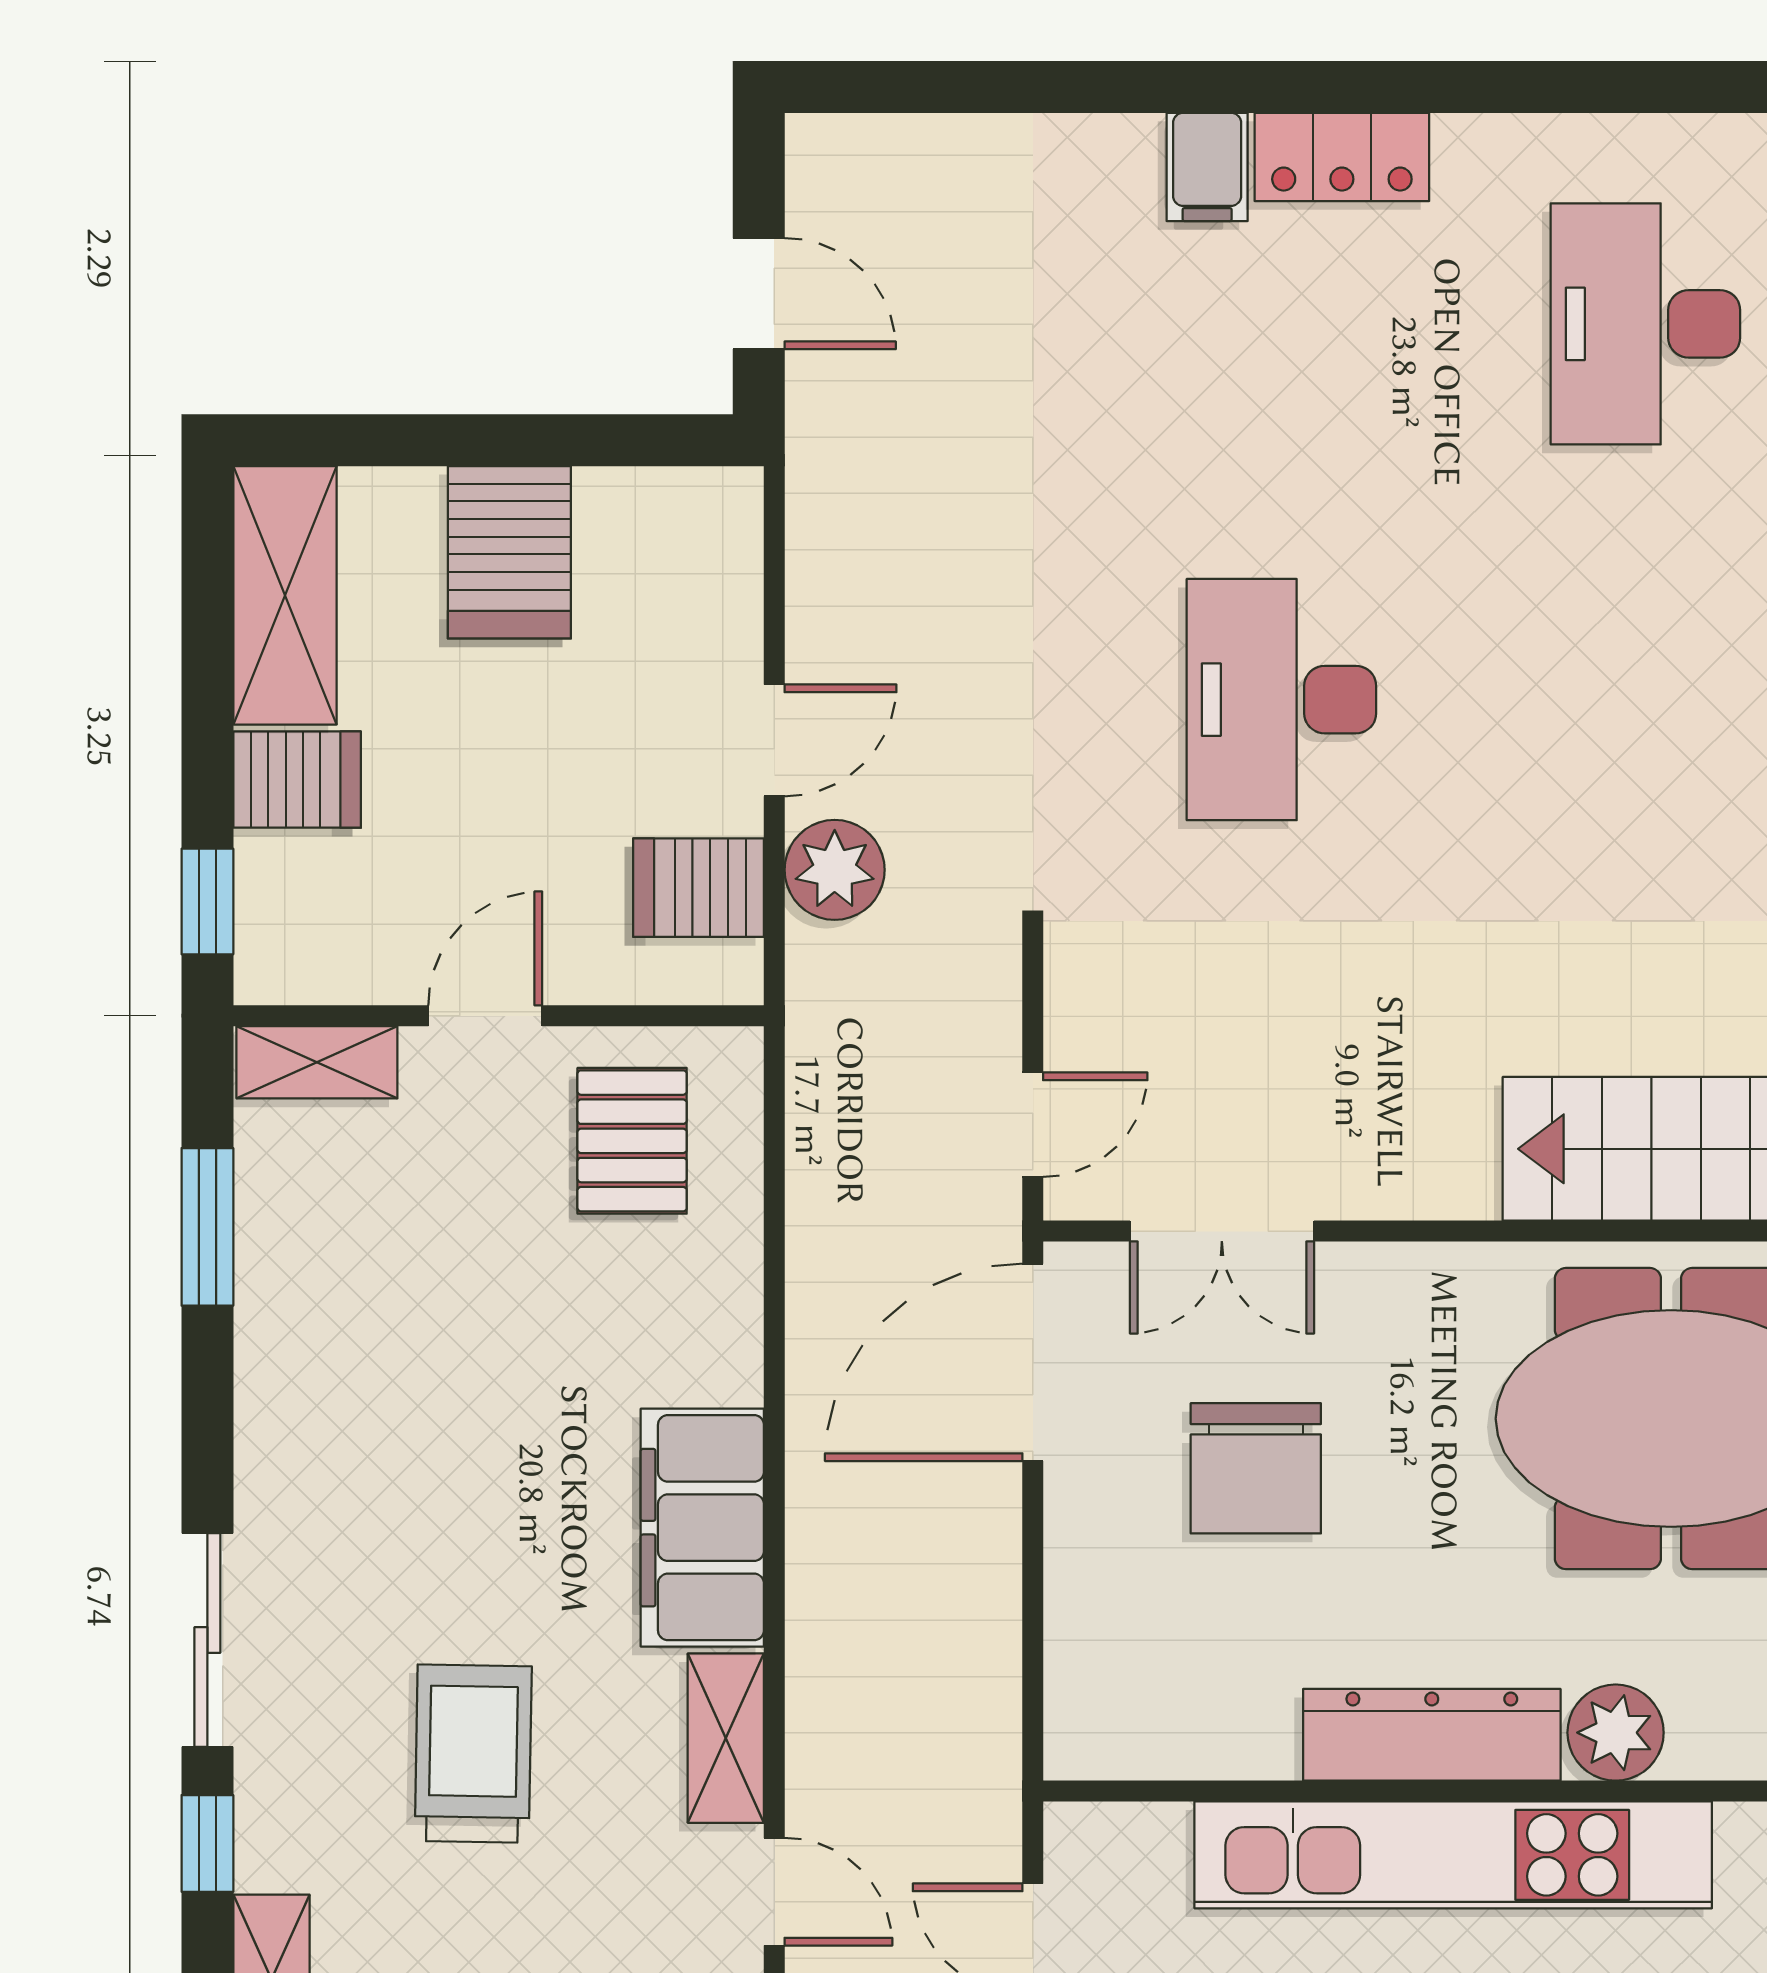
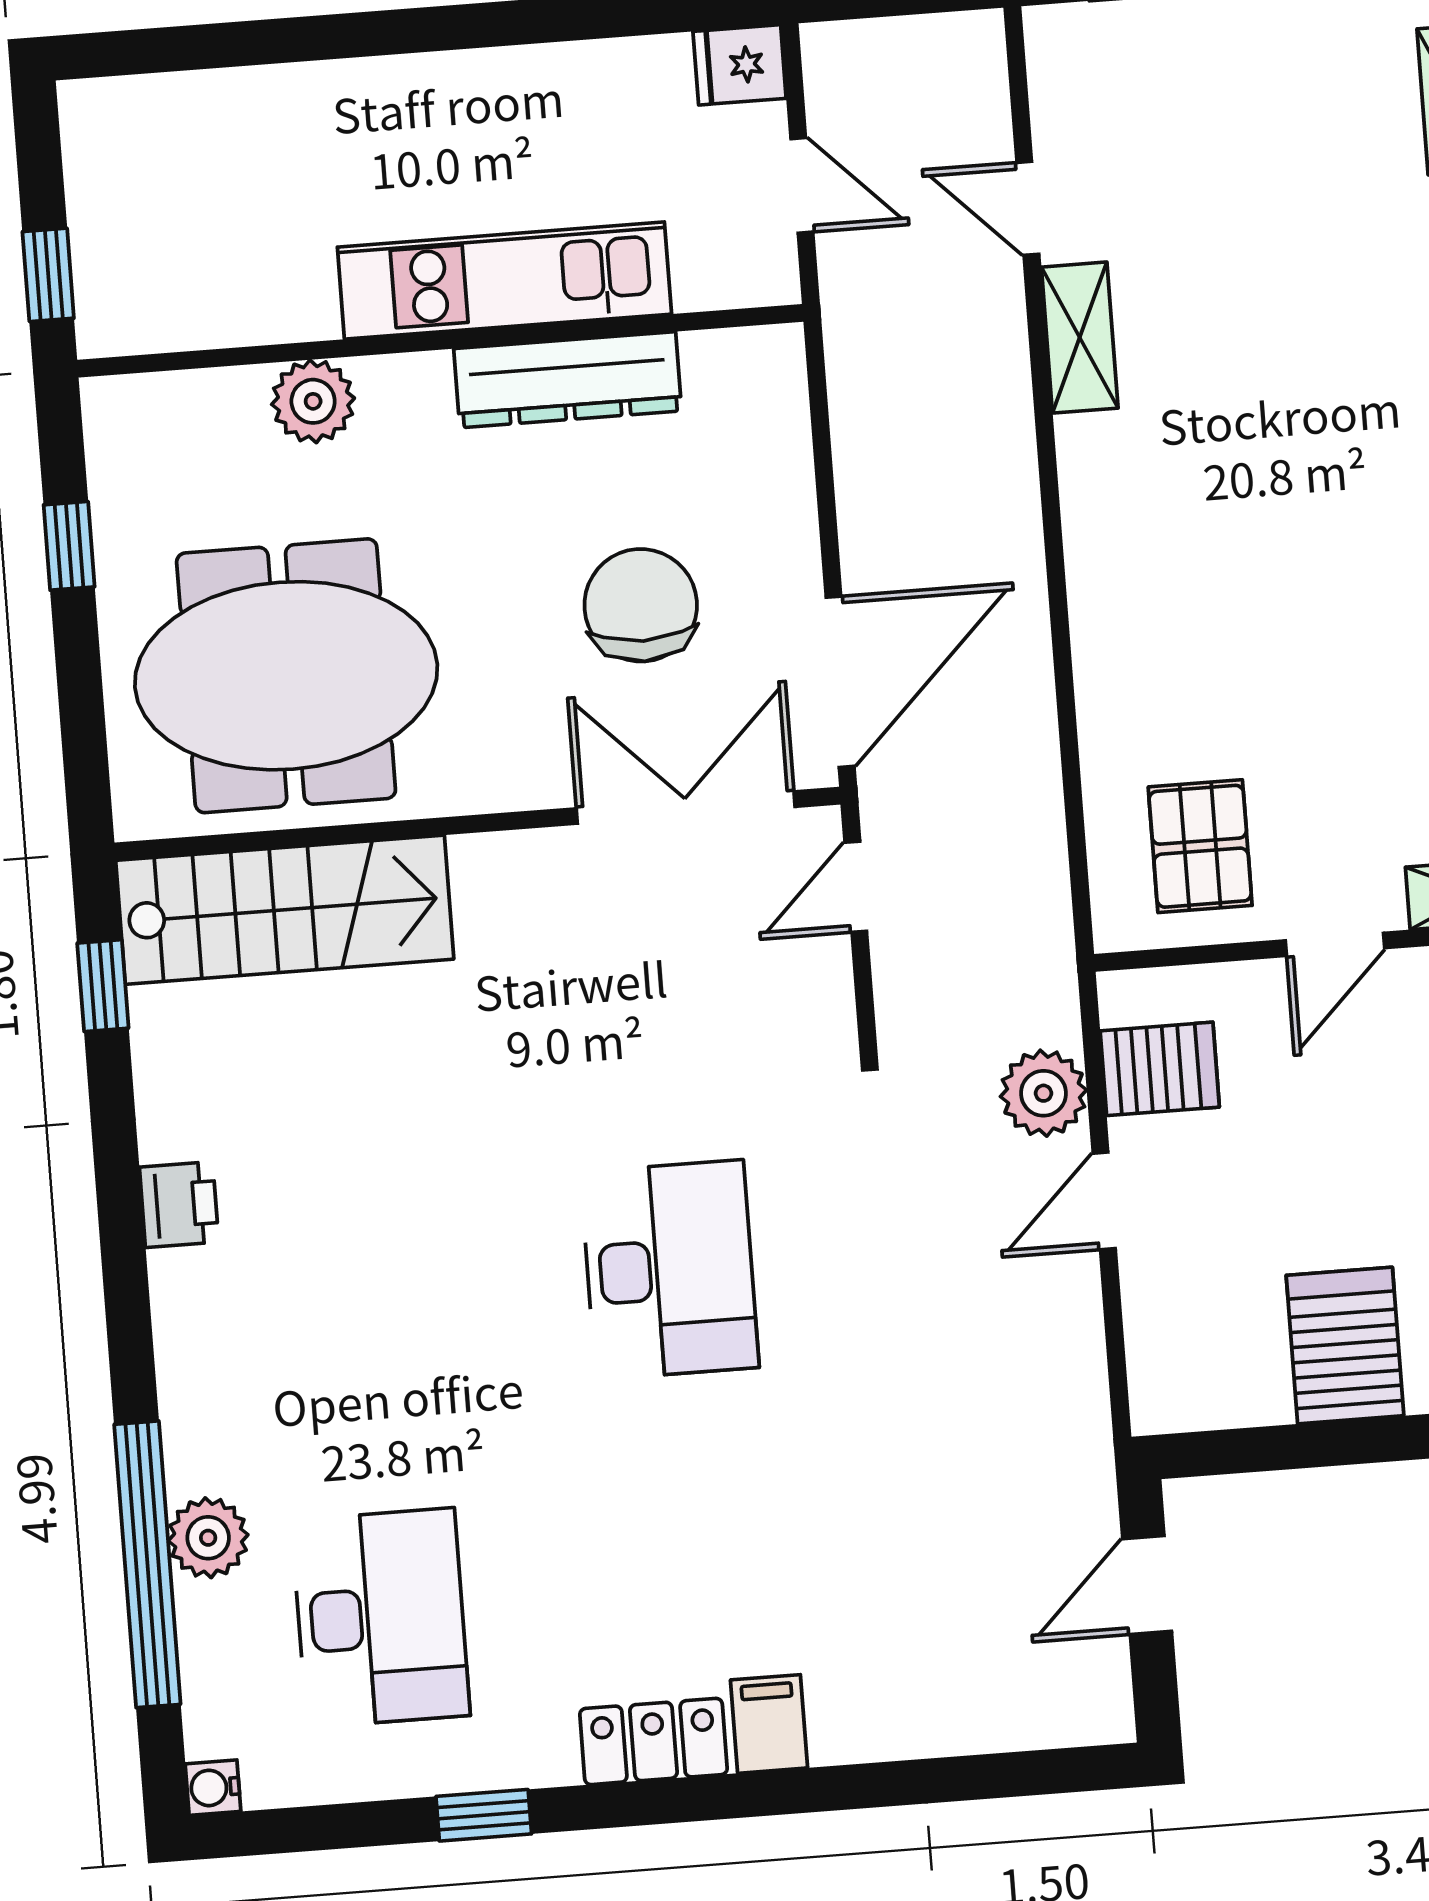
window: (1544, 87) -> (484, 1815), added
door: (759, 294) -> (1147, 1585), hinge flipped
double door: (1222, 1231) -> (686, 808), width x1.37
filing cabinet: (702, 1528) -> (1114, 517), removed
dresser: (1432, 1735) -> (568, 380), moved
trolley: (473, 1754) -> (1296, 307), removed
kitchen unit: (1453, 1855) -> (504, 281), width x0.73

